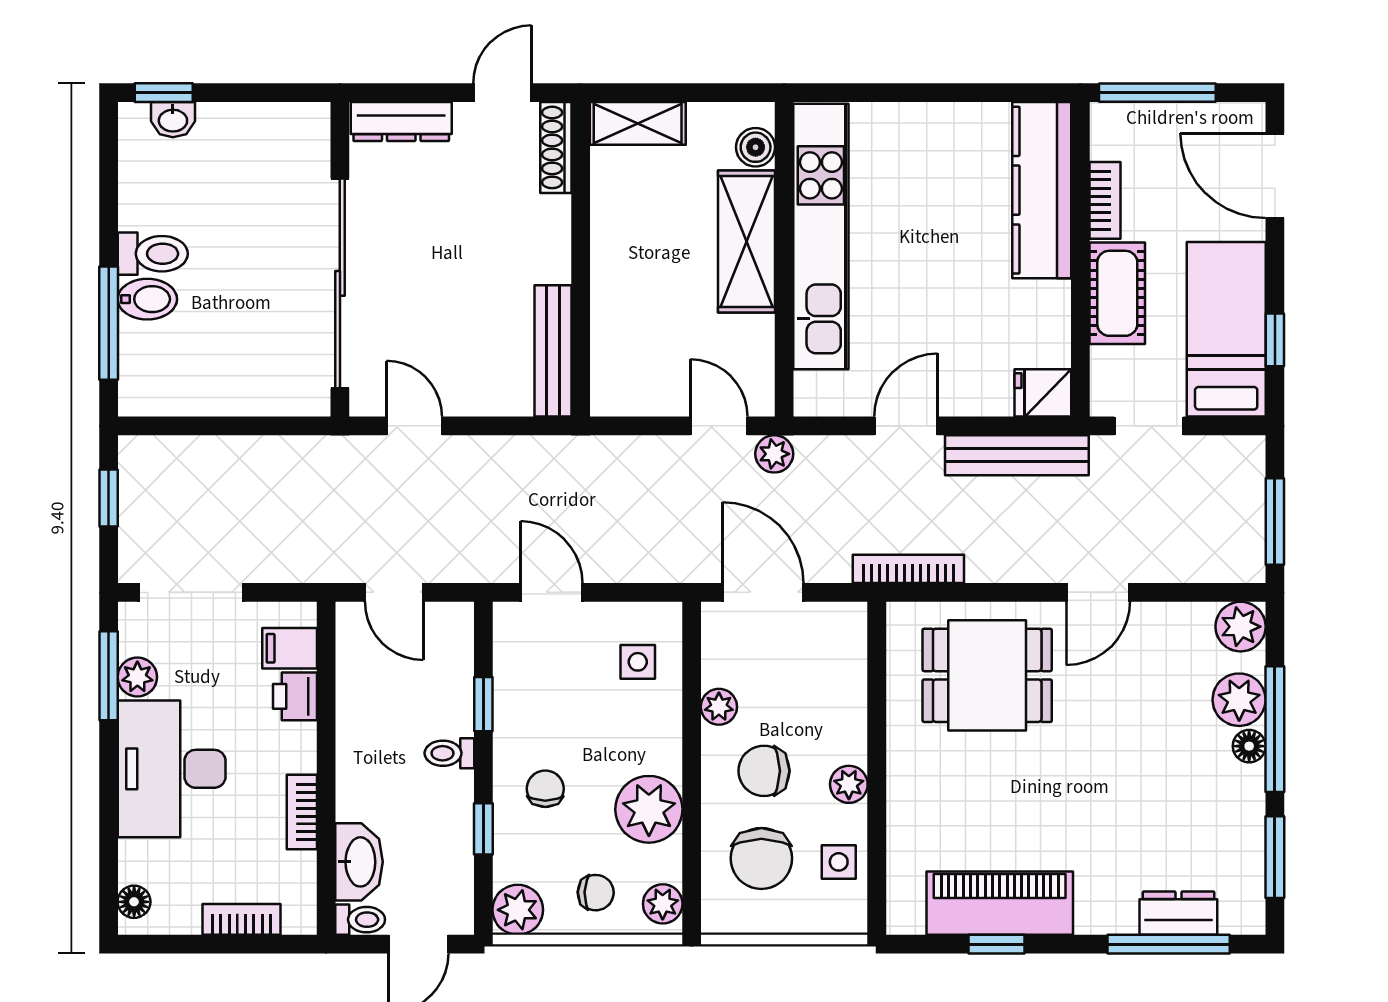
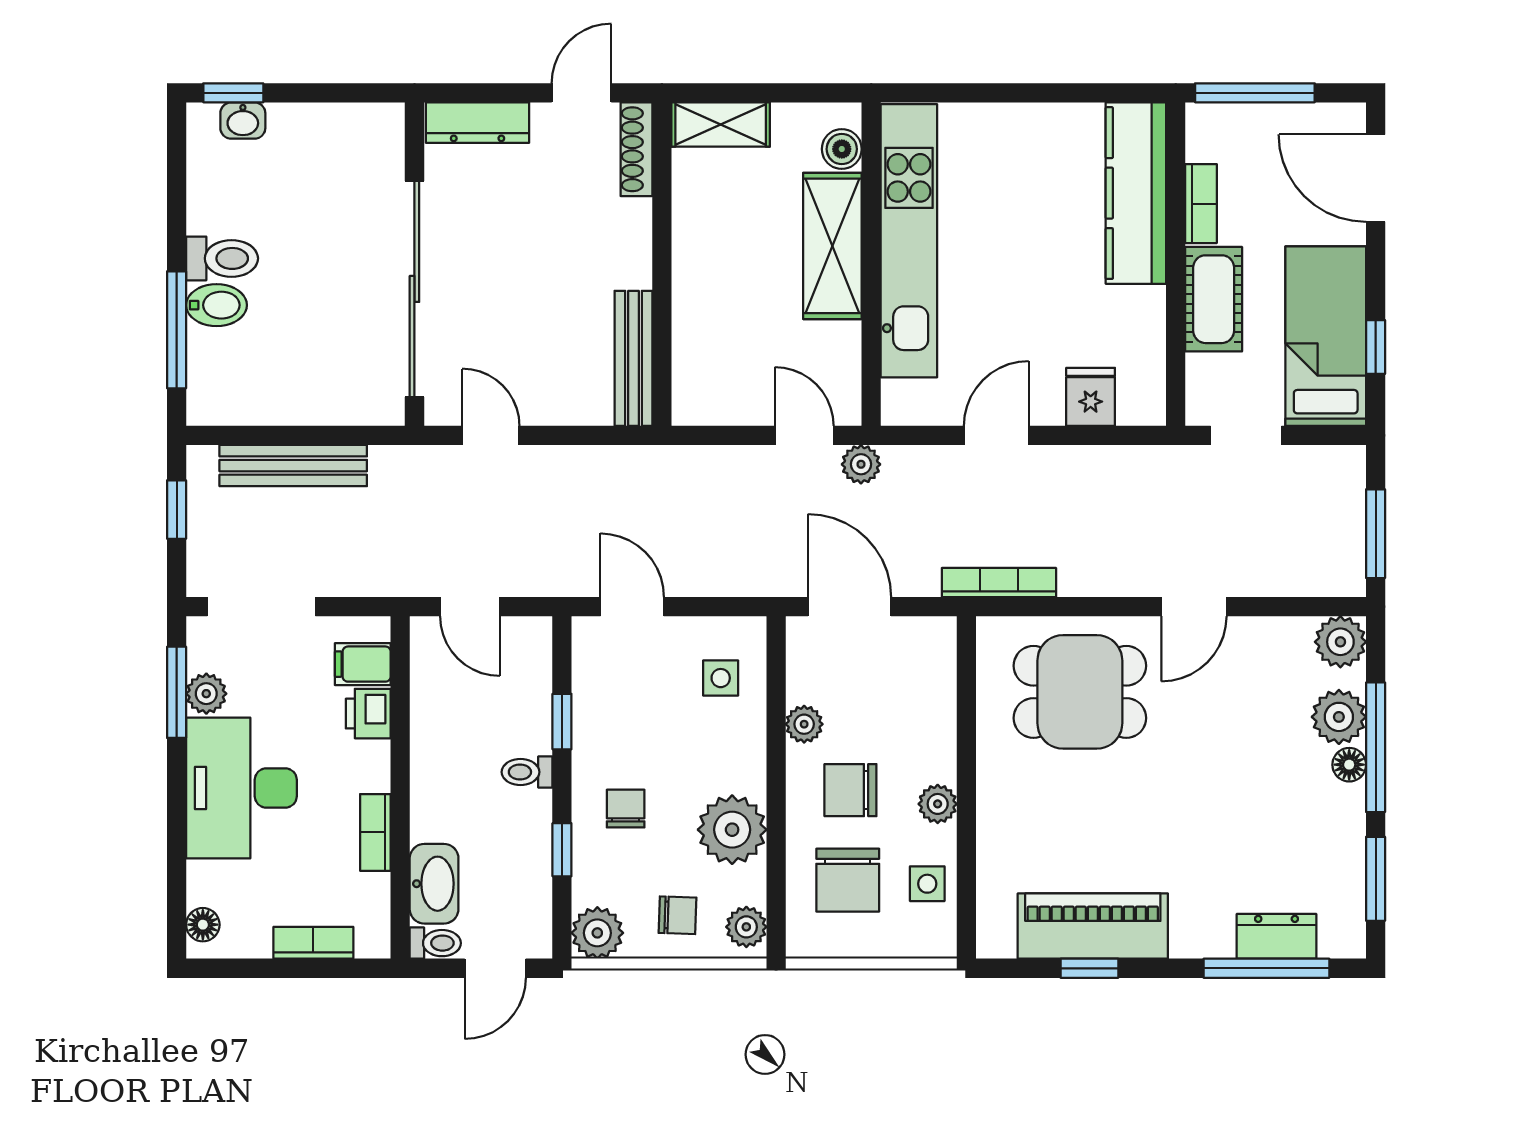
fridge: (1043, 393) -> (1091, 397), moved, turned 90
bench: (1017, 455) -> (293, 466), moved

